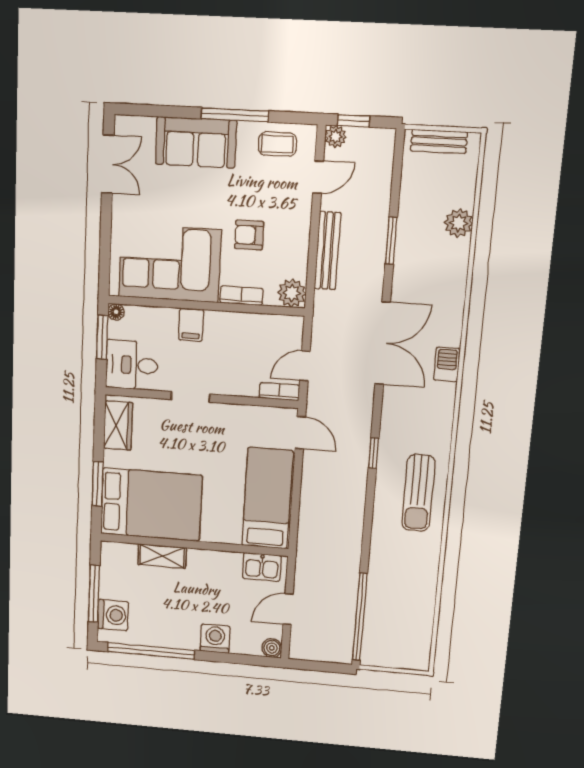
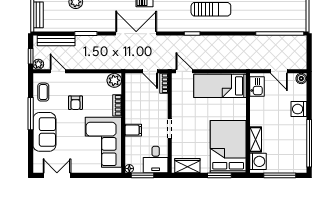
armchair: (249, 235) -> (75, 103), moved
bench: (327, 251) -> (56, 41), moved
door: (300, 433) -> (184, 71), hinge flipped
washing machine: (113, 615) -> (258, 161), moved, turned 90

